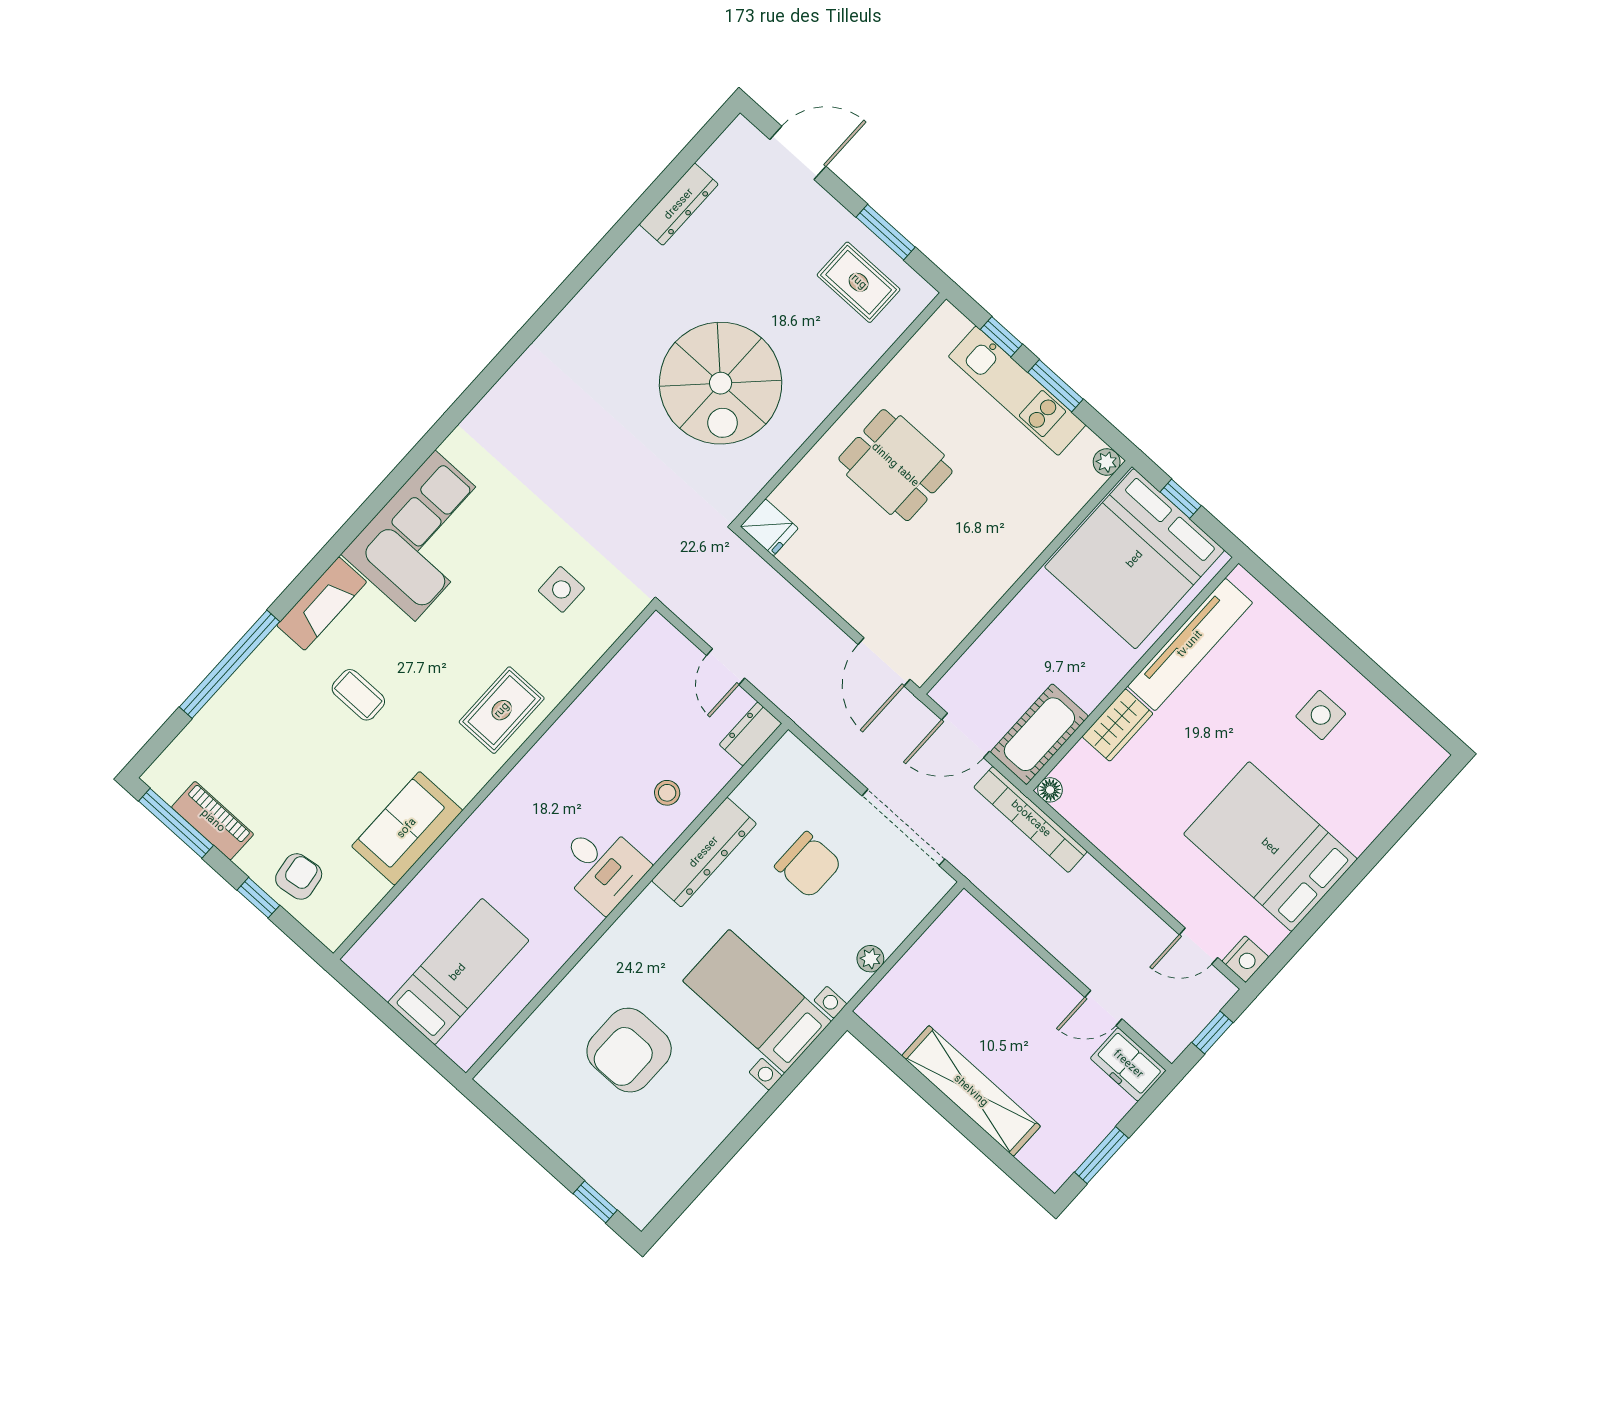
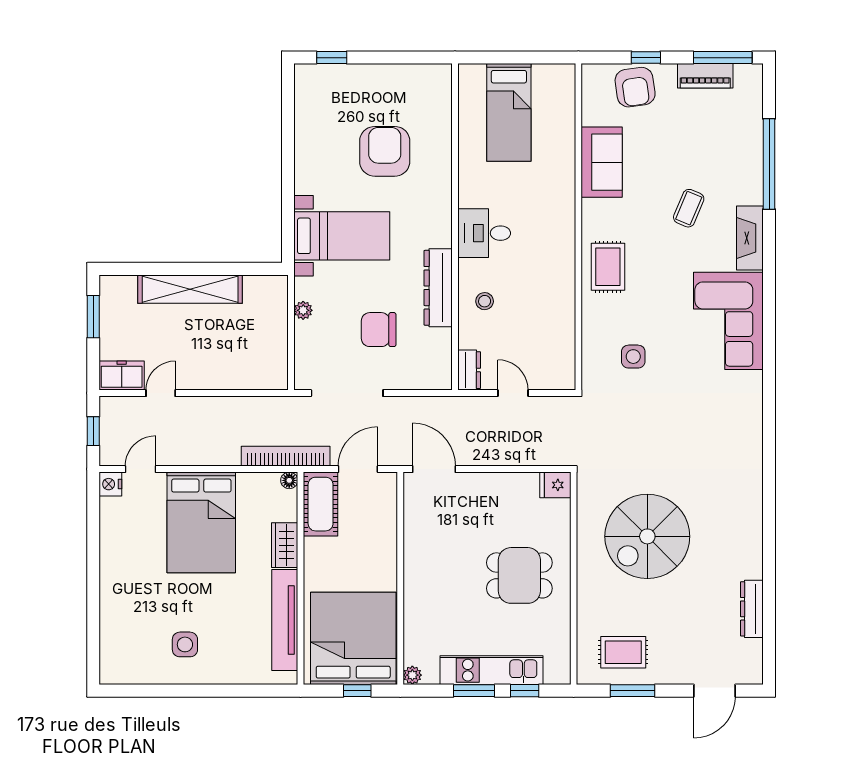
spiral stairs: (721, 383) -> (647, 536), turned -90
coffee table: (358, 695) -> (689, 208), turned -67
bed: (1270, 847) -> (201, 522), moved, turned 90
armchair: (299, 876) -> (635, 87), width x1.38, depth x1.38

